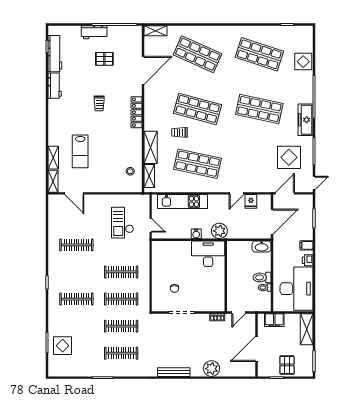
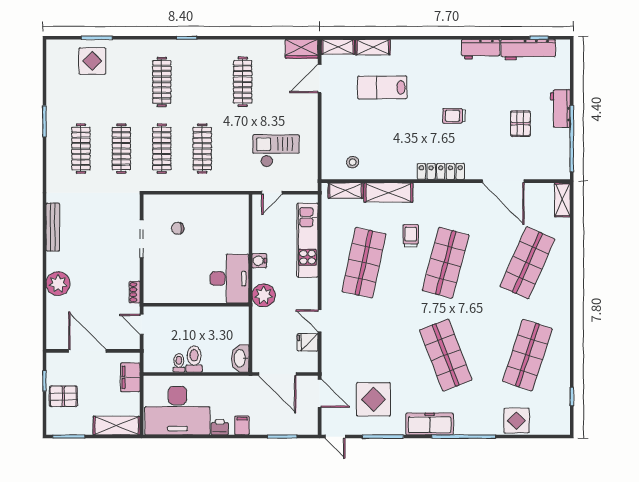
shop shelf: (259, 109) -> (446, 355), turned -33
wardrobe: (54, 205) -> (302, 49), added

